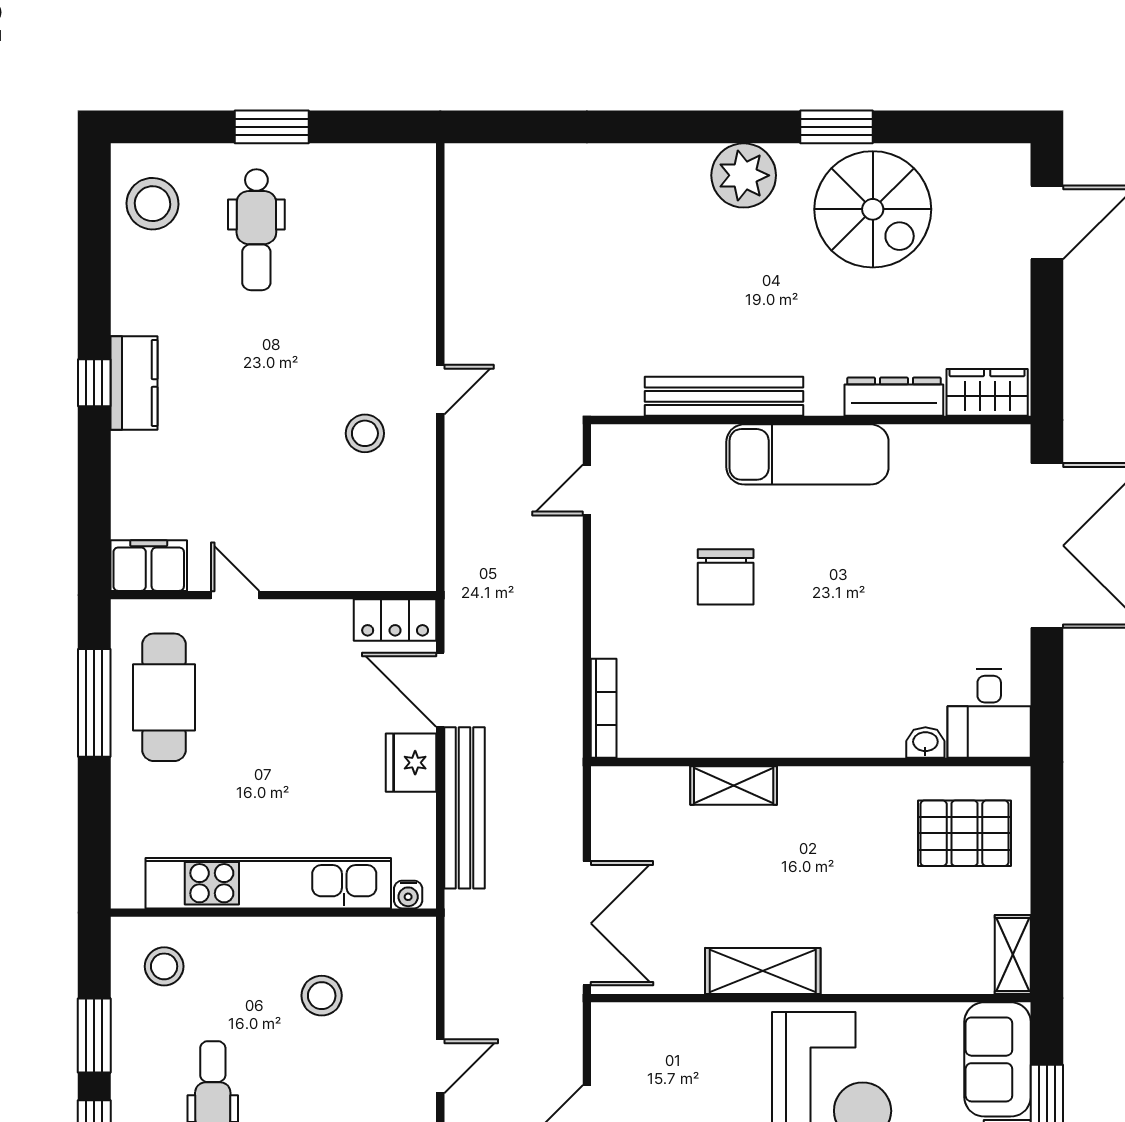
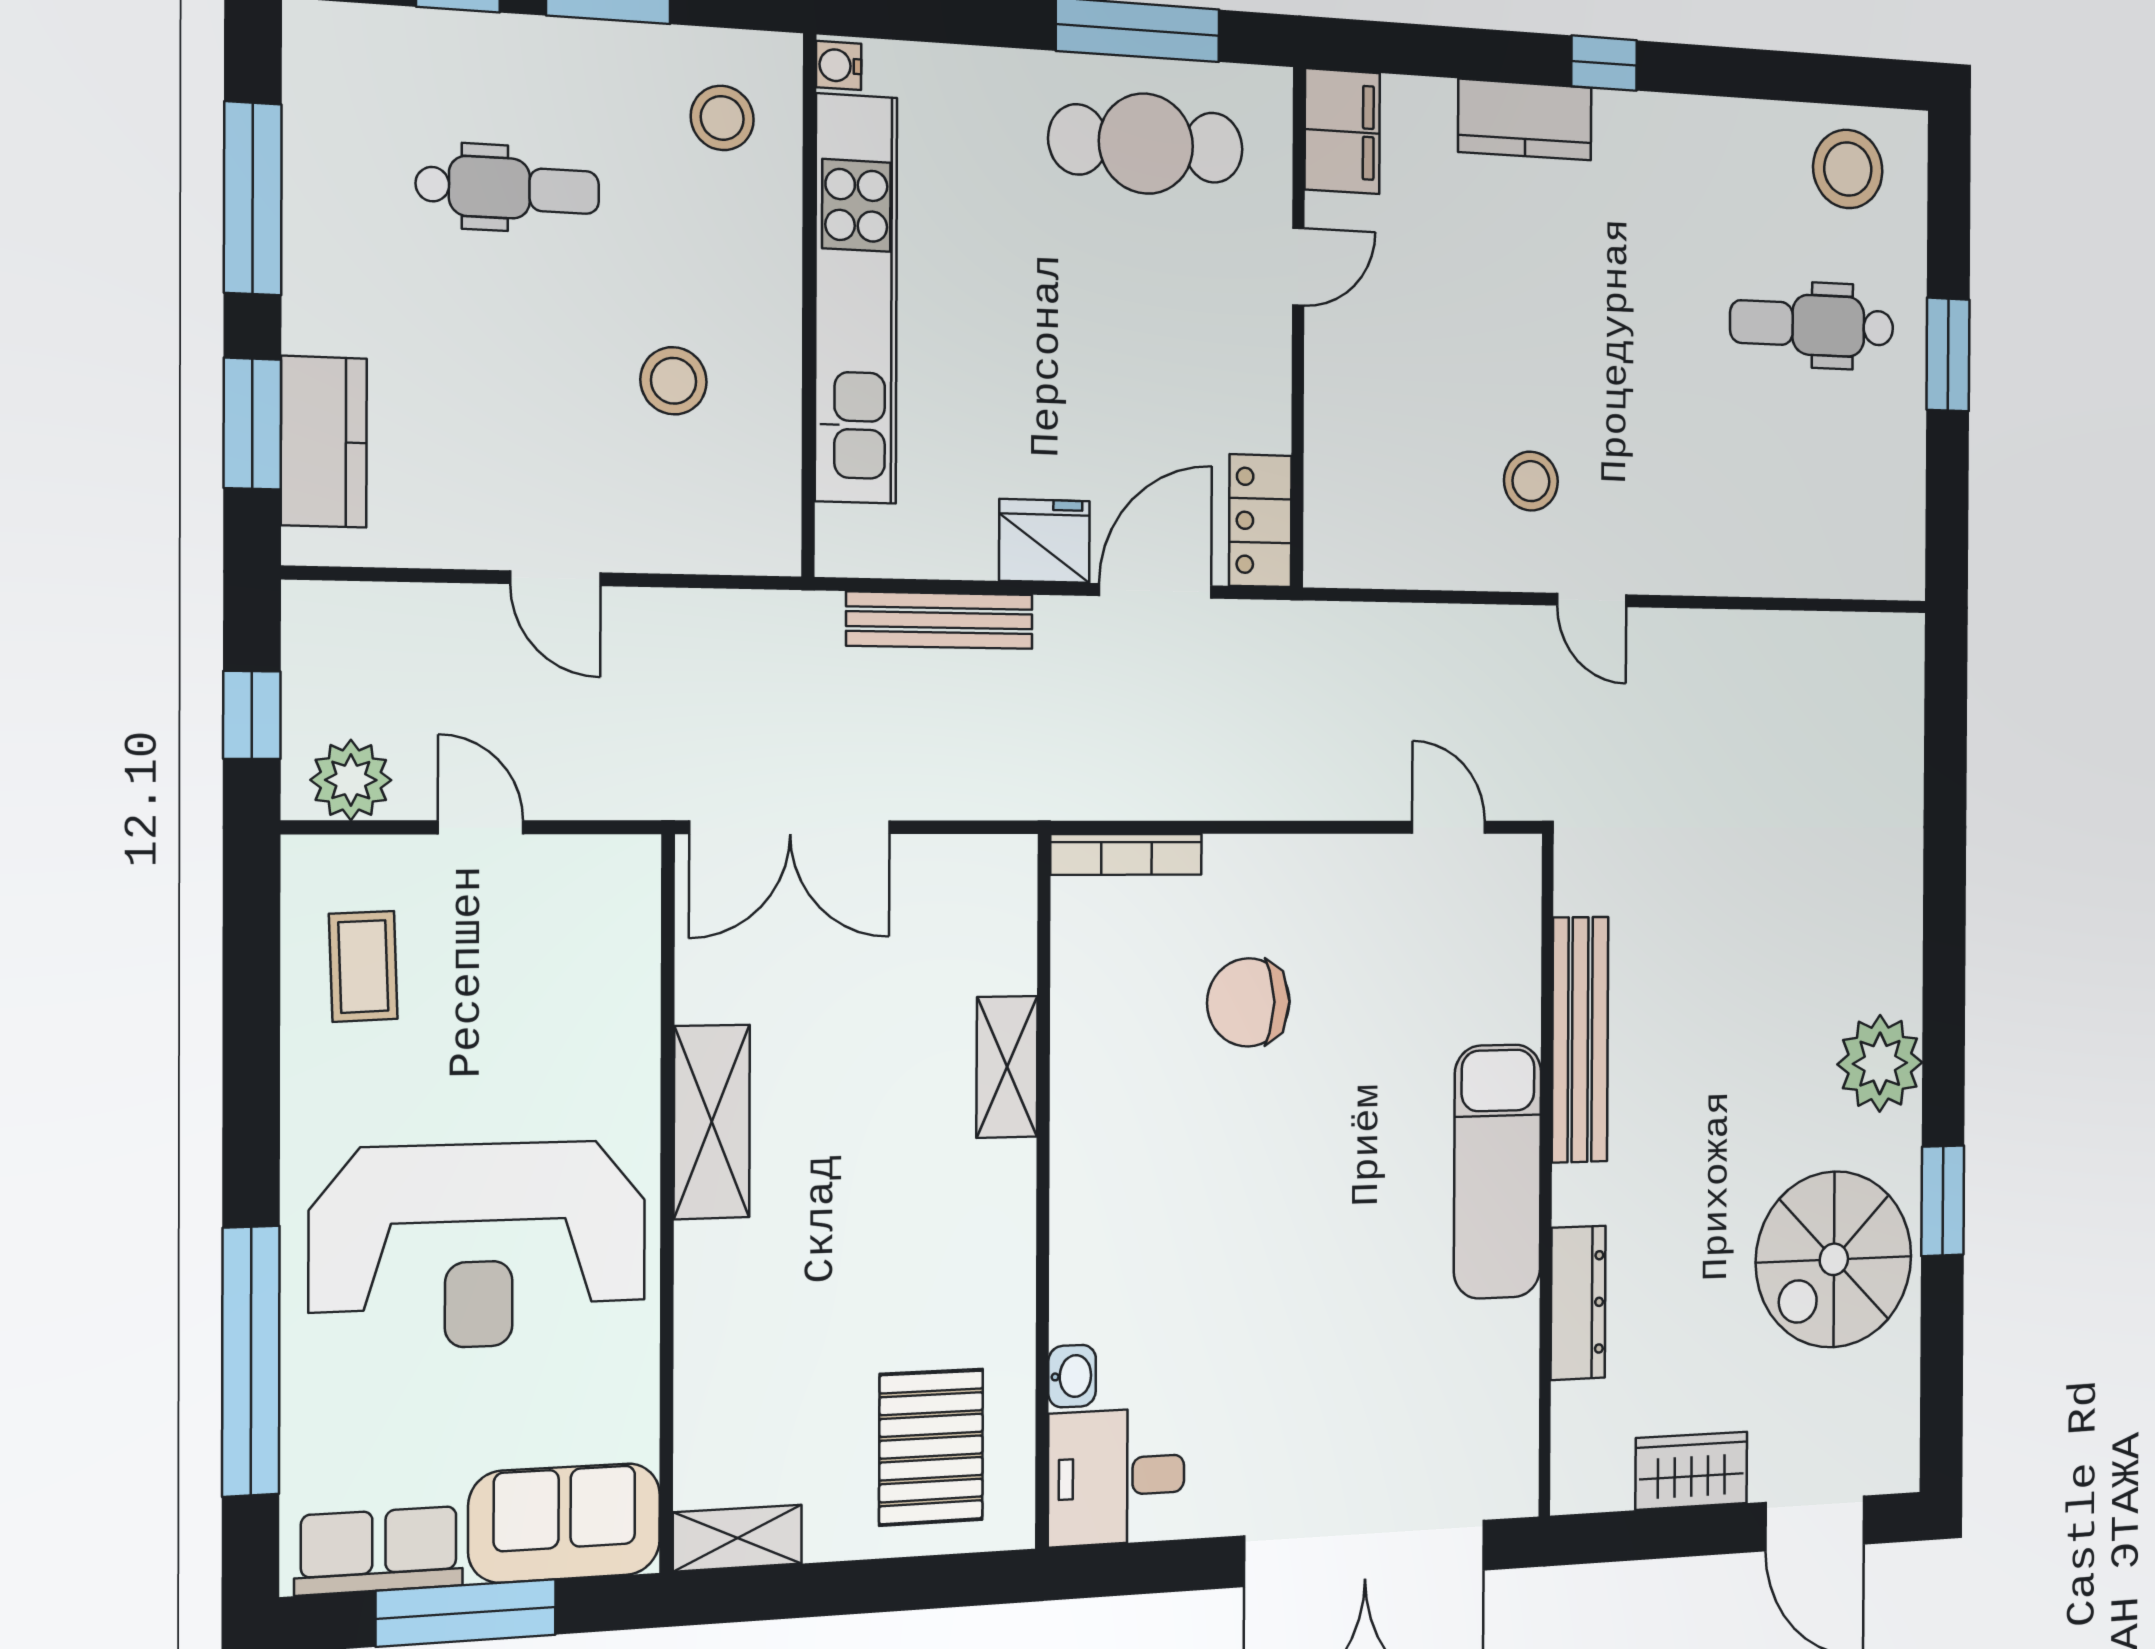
kitchen counter: (134, 383) -> (1525, 120), moved
wardrobe: (987, 392) -> (1691, 1471), moved, turned -90
chair: (726, 577) -> (1248, 1002), moved
bench: (464, 808) -> (940, 620), width x0.73, depth x0.82
water cooler: (408, 895) -> (839, 65), moved

